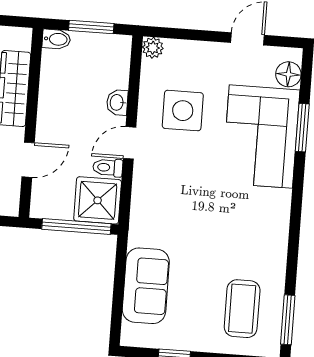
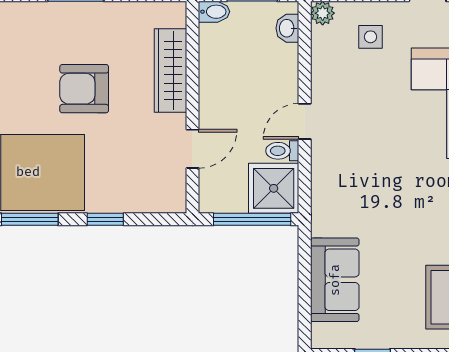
washbasin: (117, 102) -> (287, 28), moved
side table: (183, 111) -> (370, 37), moved, width x0.54, depth x0.54

